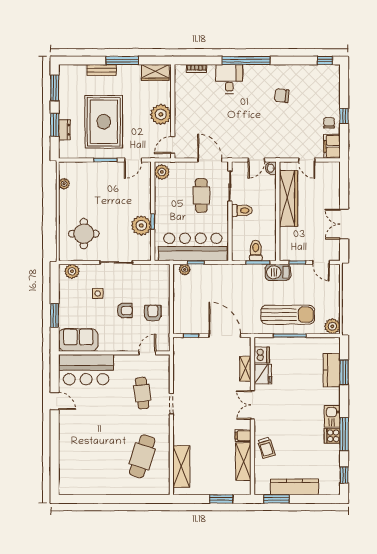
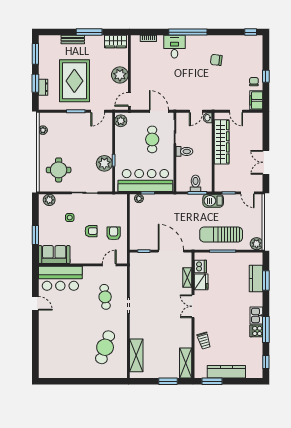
sun lounger: (288, 315) -> (221, 234), turned 180
filing cabinet: (243, 436) -> (185, 331), removed
shelving: (243, 462) -> (186, 363), moved

